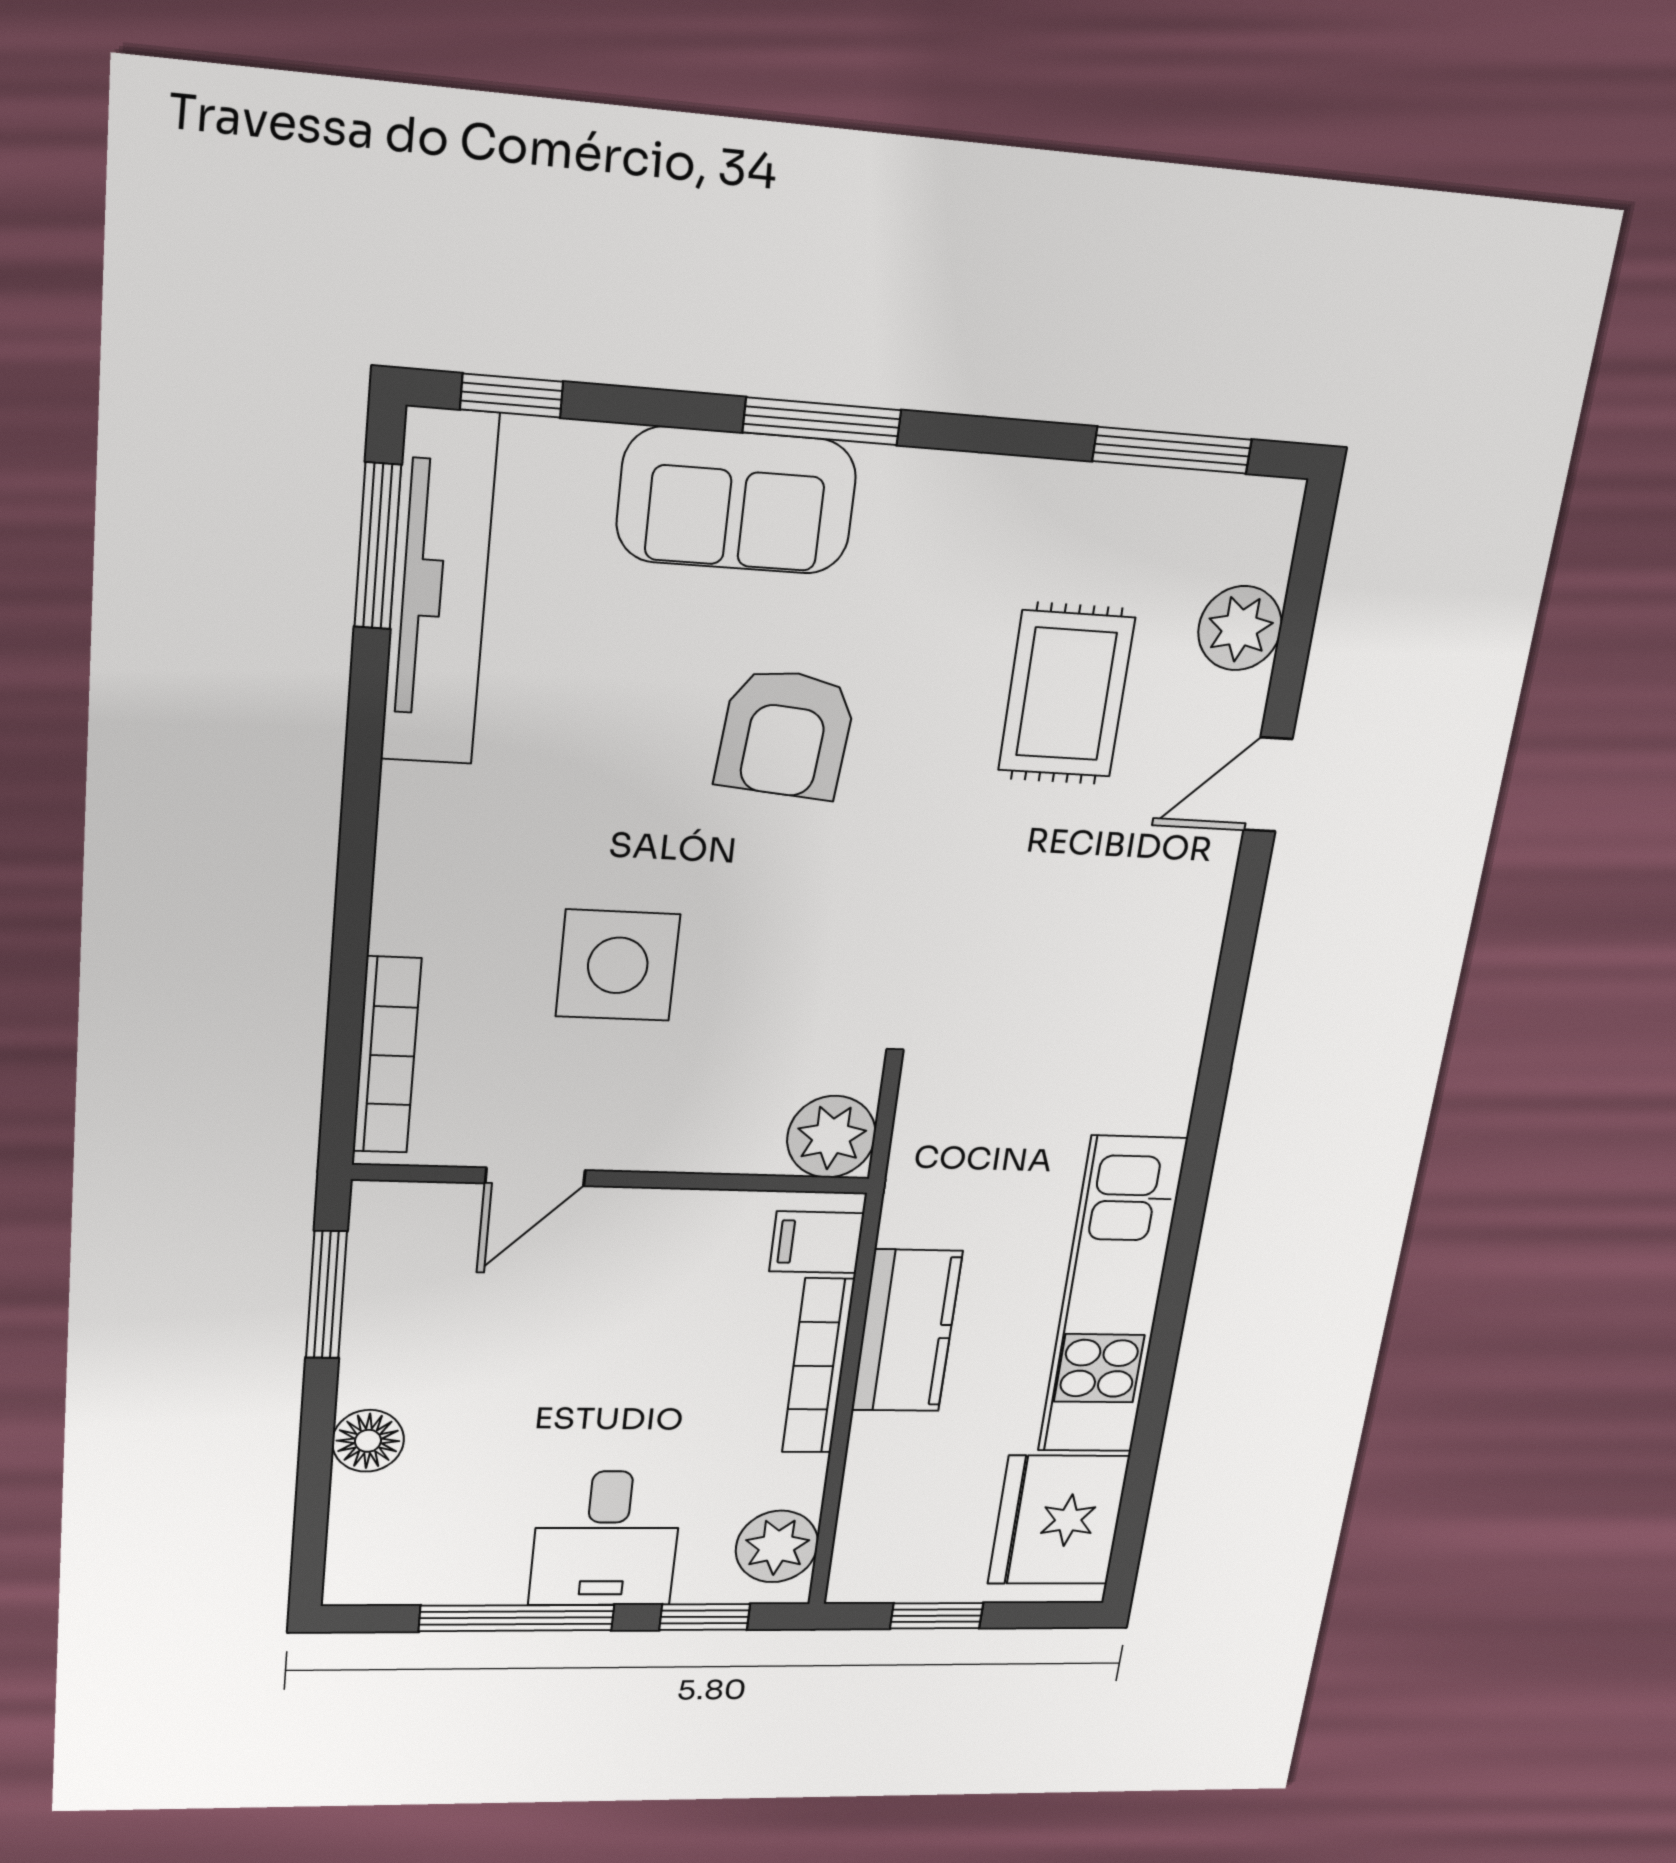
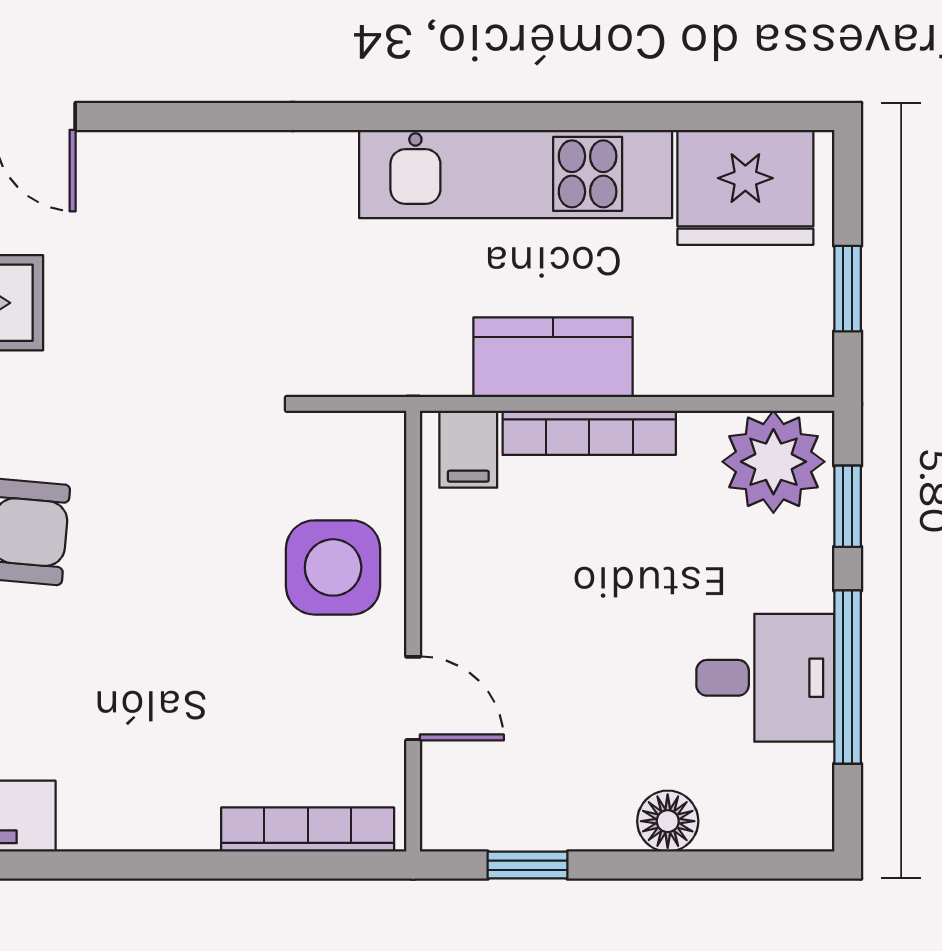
side table: (618, 965) -> (333, 567), moved
plant: (831, 1137) -> (368, 449), removed
window: (326, 1295) -> (528, 865), width x0.67
desk: (606, 1539) -> (765, 678), moved
plant: (777, 1547) -> (773, 462), width x1.36, depth x1.36

